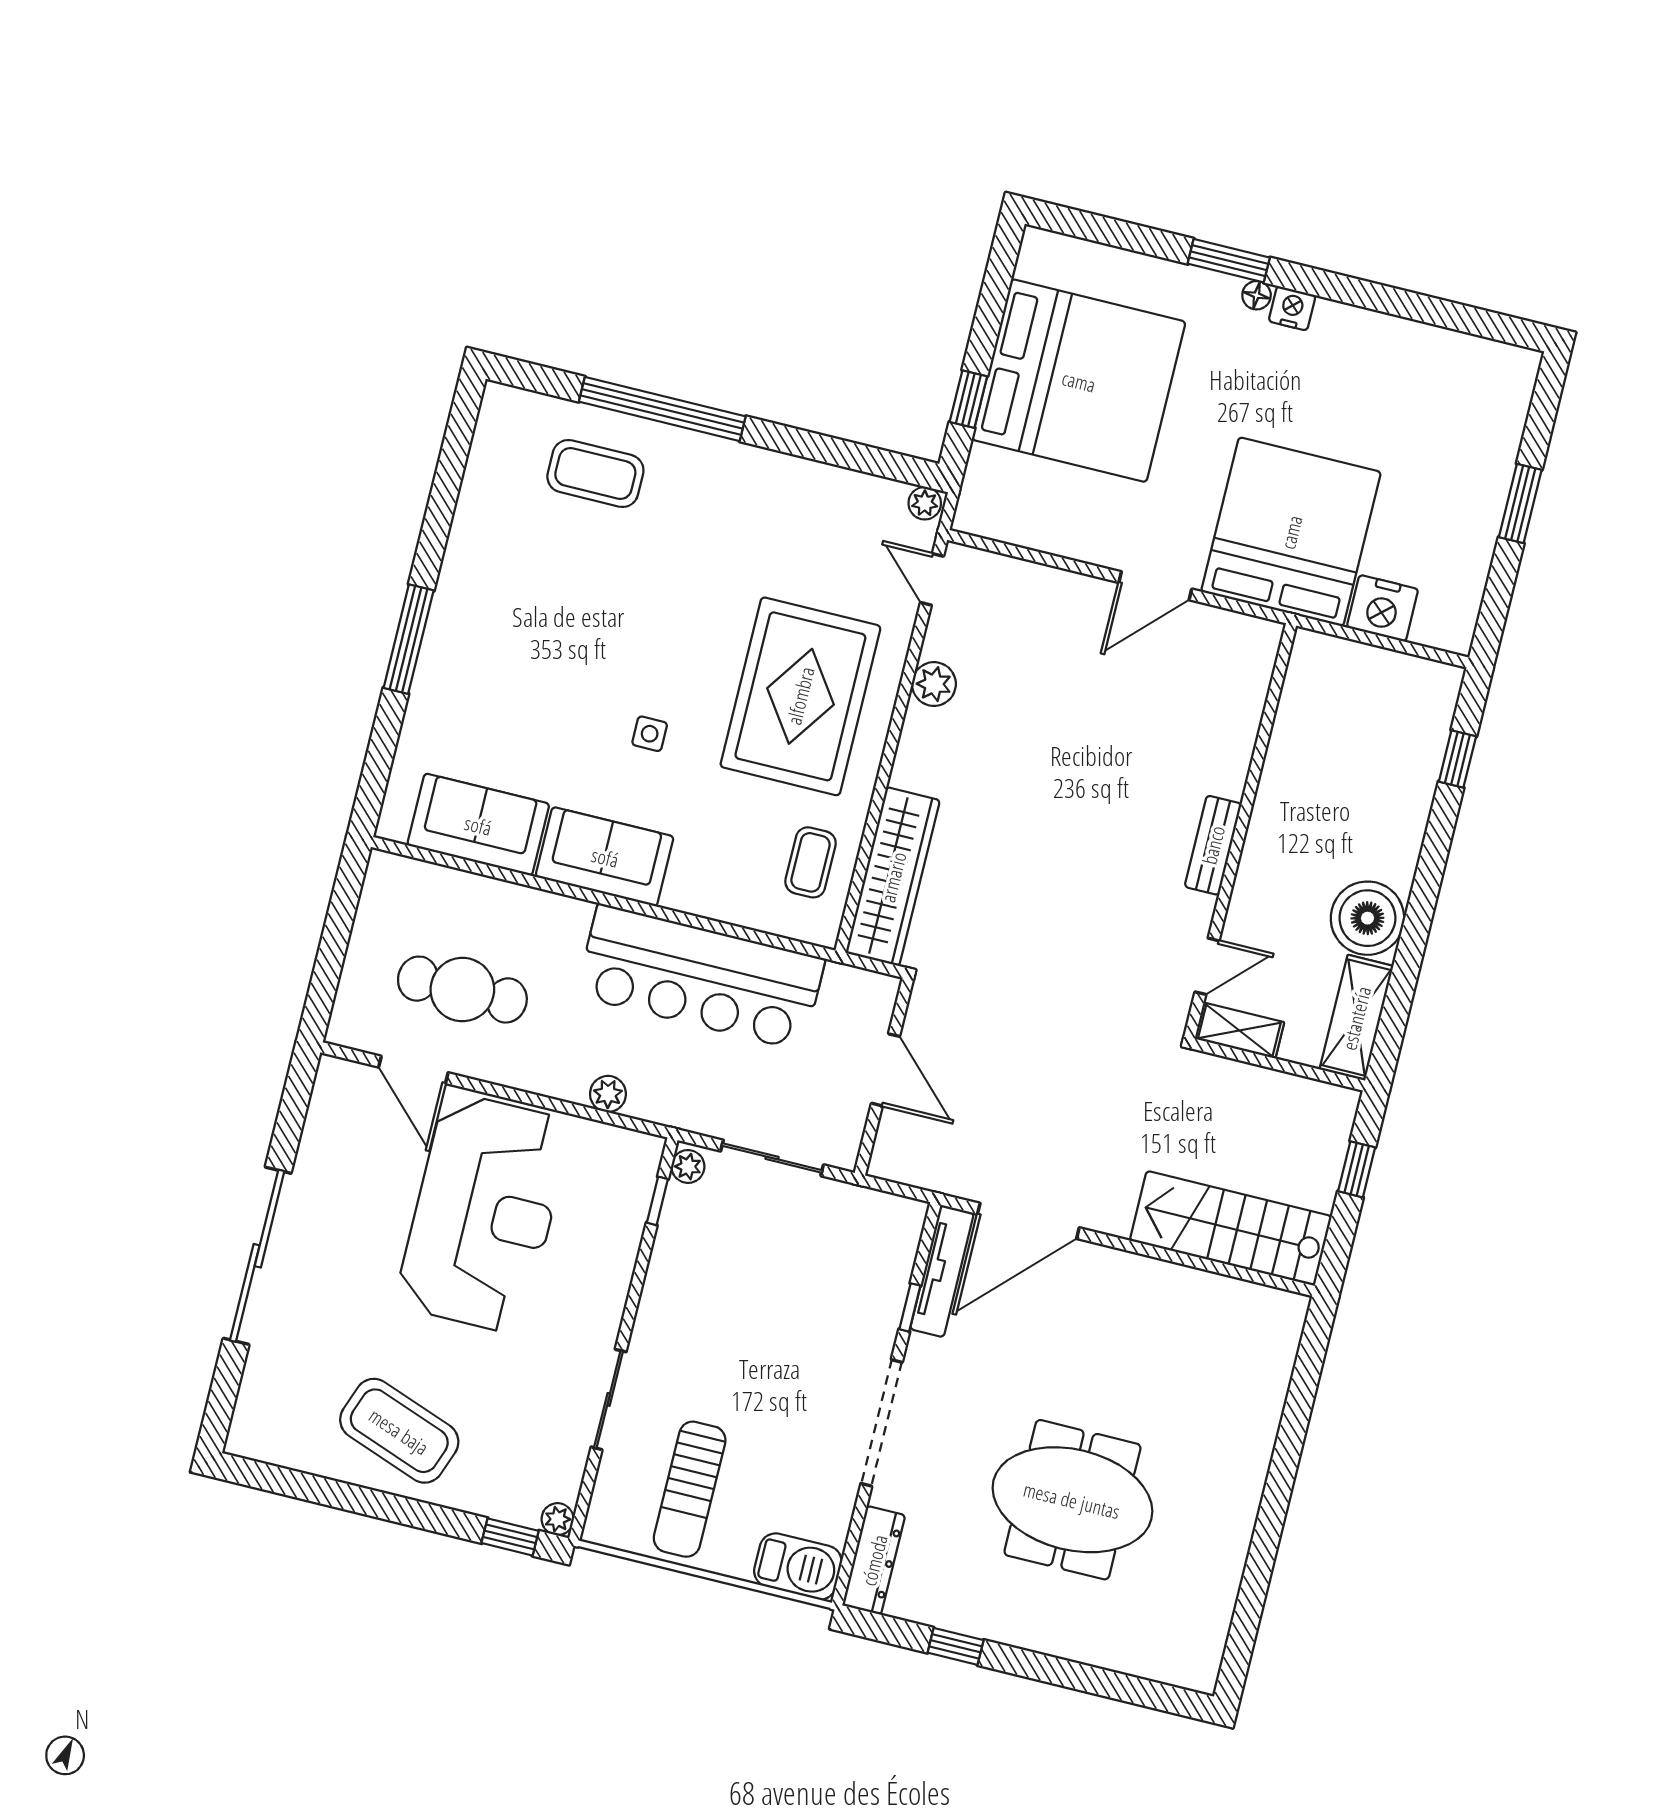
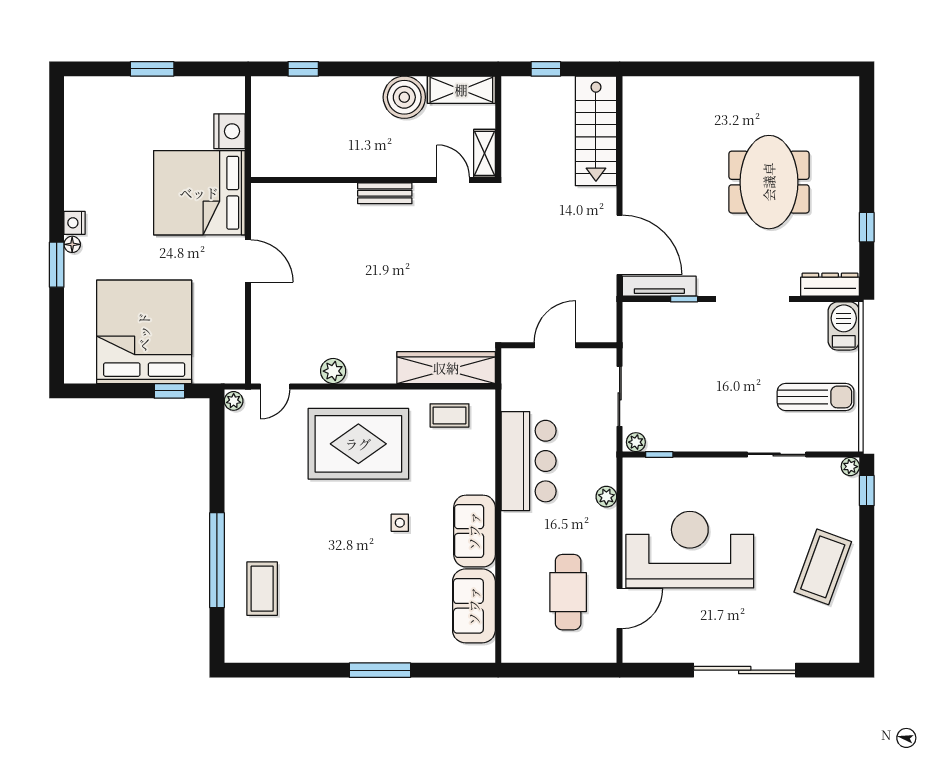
bar counter: (701, 977) -> (529, 461), width x0.73

